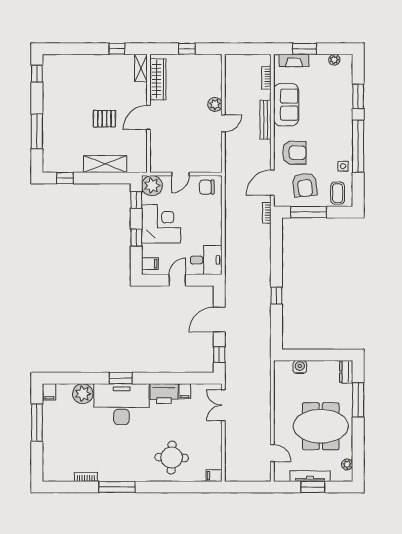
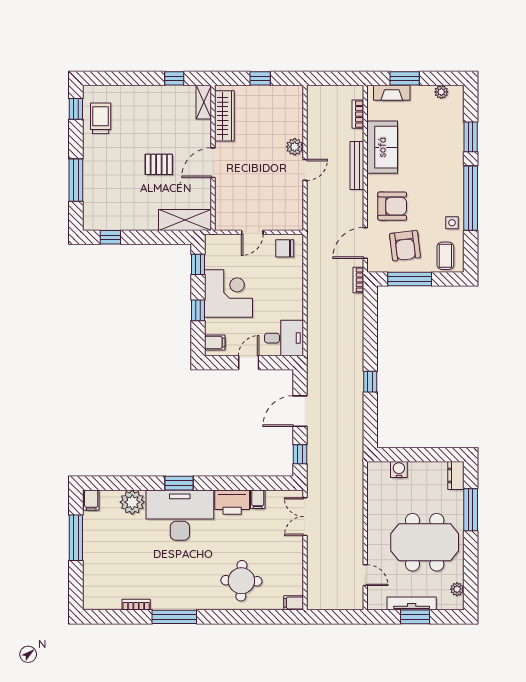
trolley: (57, 81) -> (101, 118), added
shelving: (105, 164) -> (185, 220), moved
plant: (152, 186) -> (217, 247), removed

